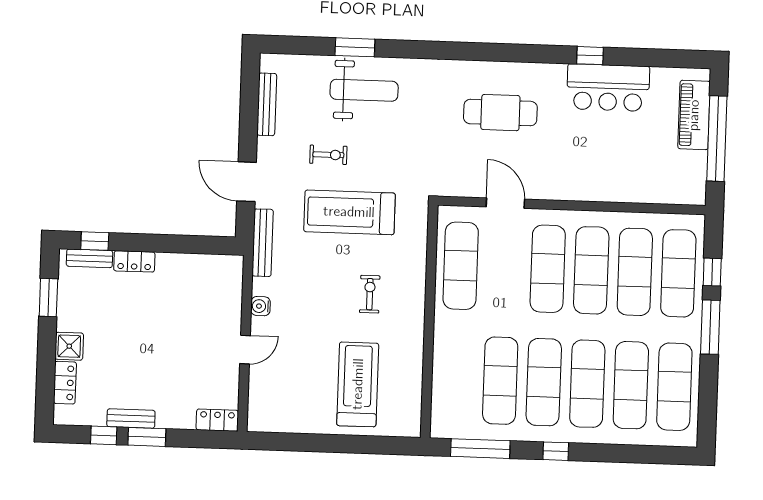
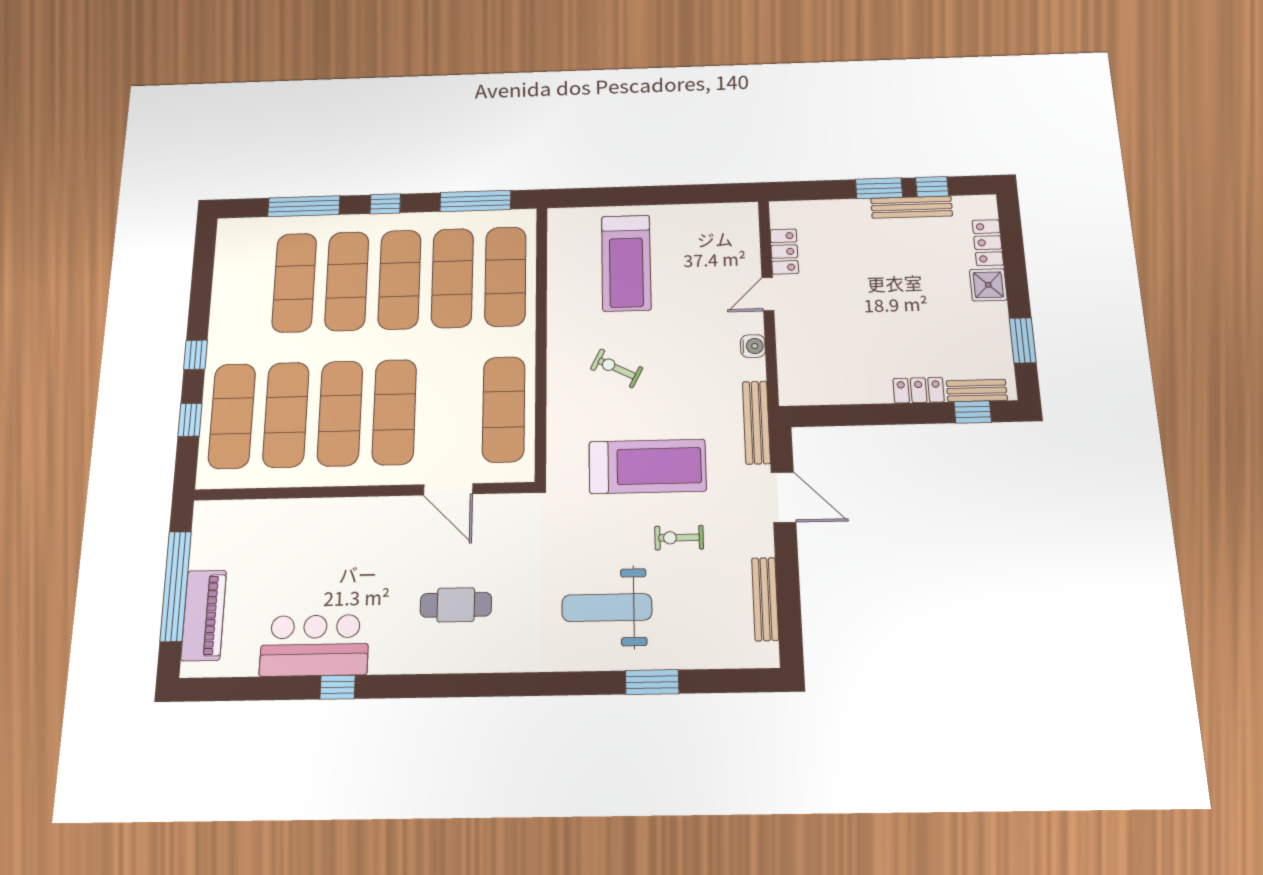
weight bench: (364, 90) -> (607, 608), moved
cafe table: (500, 113) -> (456, 605), width x0.73, depth x0.74
exercise bike: (370, 294) -> (617, 368), turned 117
window: (710, 327) -> (195, 355), width x0.46
exercise mat: (674, 387) -> (505, 276), moved
bench: (131, 419) -> (912, 207), width x1.36
locker: (217, 420) -> (784, 252), moved, turned -90
window: (625, 454) -> (304, 206), added

